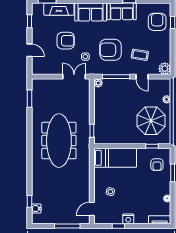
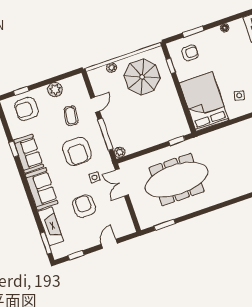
plant: (165, 69) -> (55, 89), moved
meeting table: (59, 141) -> (176, 180), moved
bed: (115, 158) -> (204, 101), width x1.50

